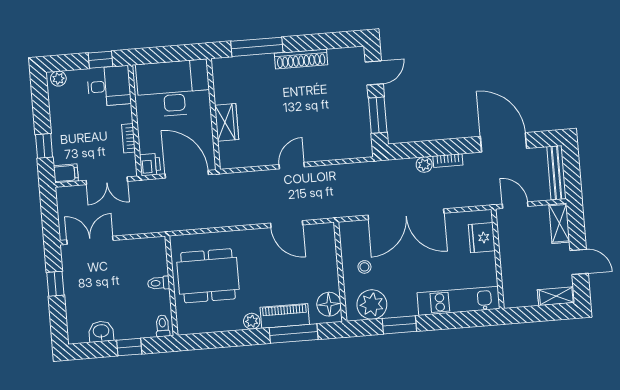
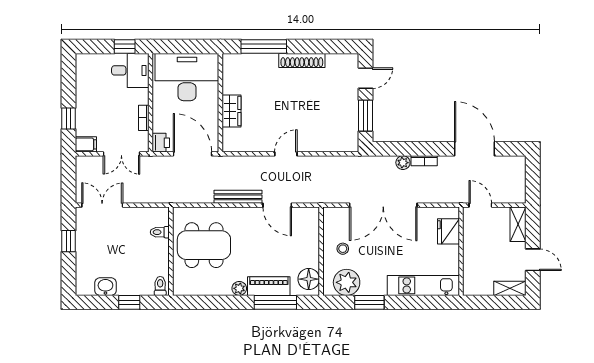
plant: (58, 79) -> (86, 60), removed
bench: (556, 173) -> (238, 197), moved, turned 90
toilet: (159, 283) -> (160, 232), moved

